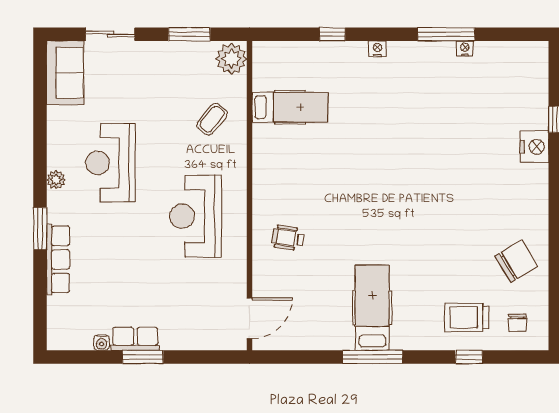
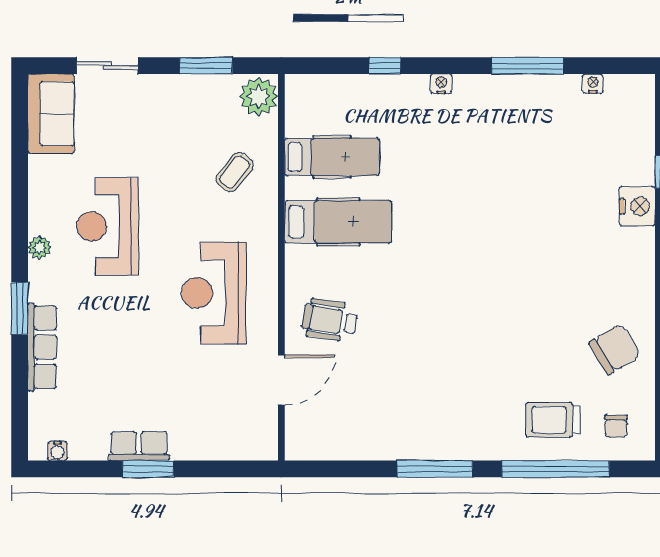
nightstand: (465, 48) -> (593, 83), moved
wheelchair: (288, 238) -> (330, 320), width x1.36, depth x1.37
hospital bed: (372, 308) -> (338, 222), moved, turned 90
door: (250, 318) -> (281, 380), moved
water cooler: (102, 343) -> (58, 451), moved
window: (469, 357) -> (556, 469), width x3.17

